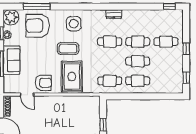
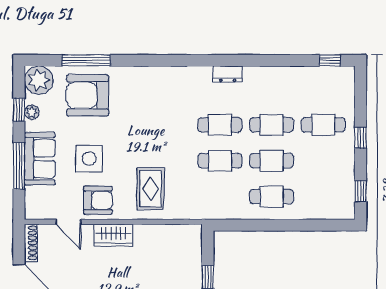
side table: (74, 24) -> (89, 159), moved
coffee table: (68, 49) -> (143, 137), removed
rug: (72, 76) -> (150, 189), width x0.73, depth x0.70
cafe table: (110, 81) -> (220, 161), moved
wardrobe: (52, 102) -> (113, 235), added

